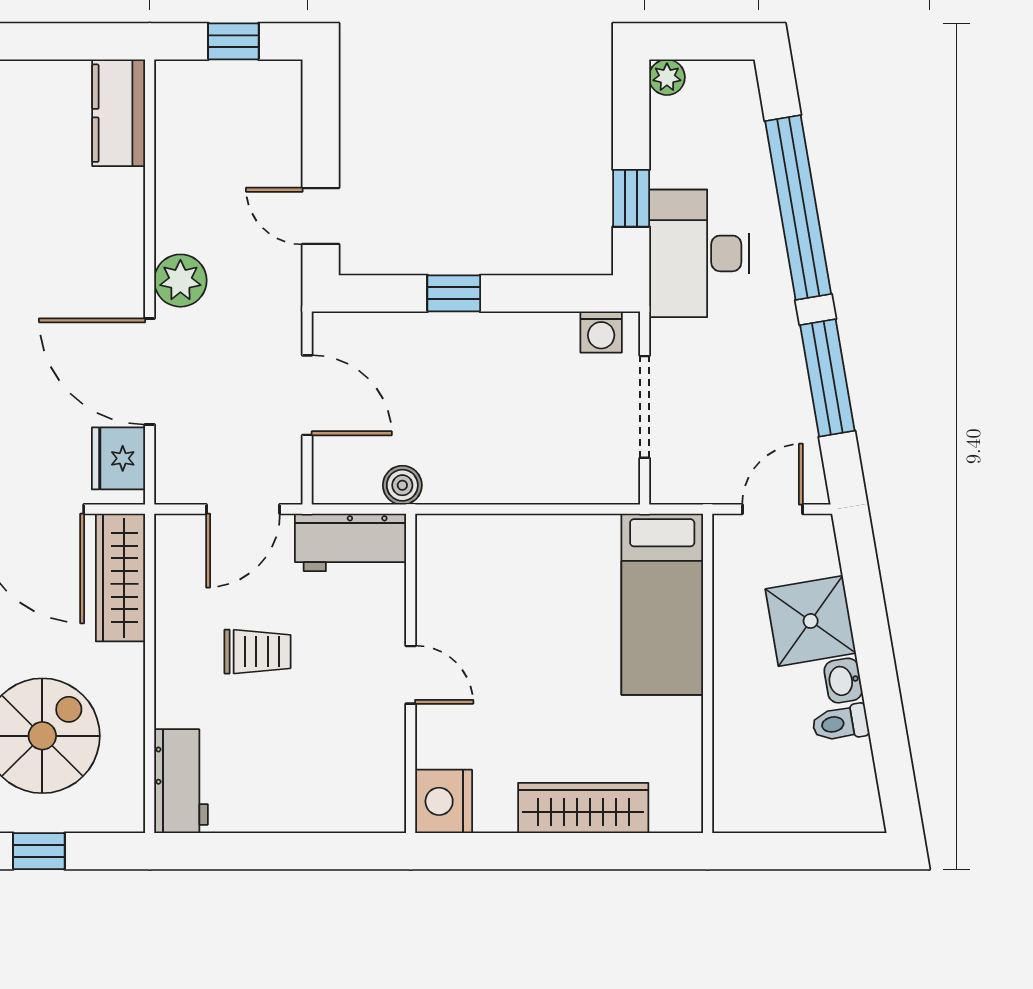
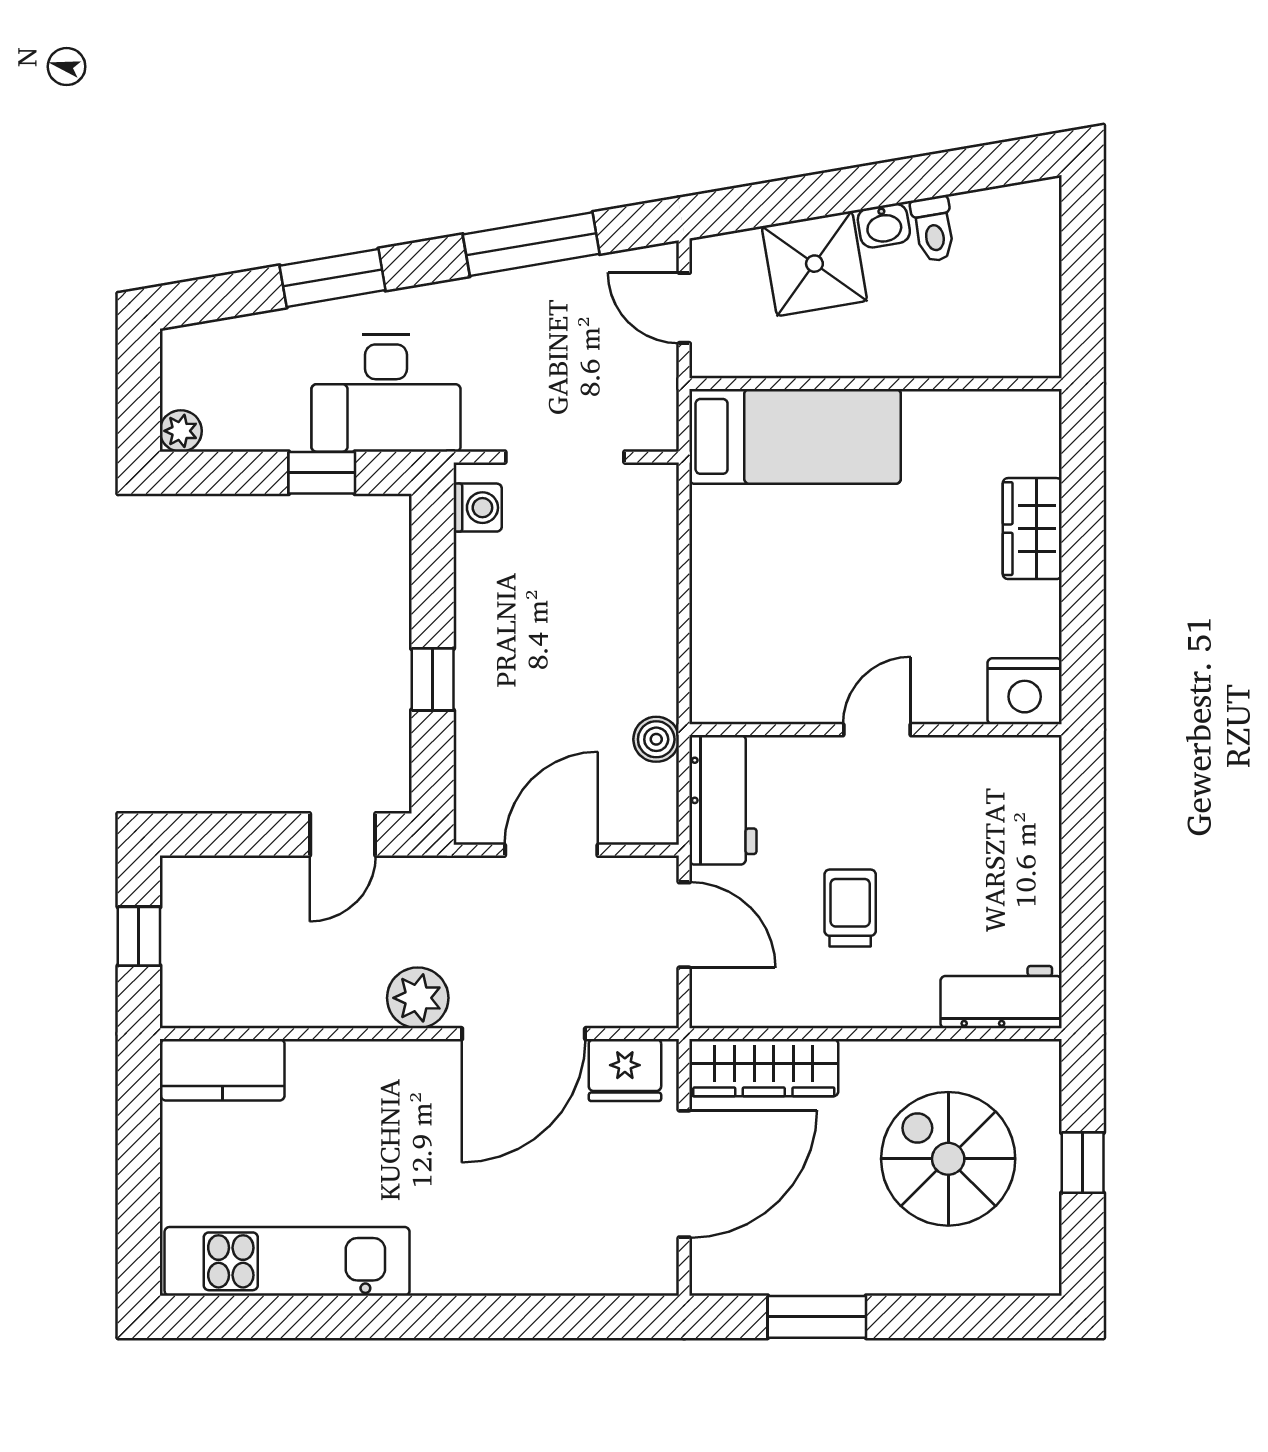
window: (798, 207) -> (333, 278), width x0.47
wardrobe: (583, 808) -> (1032, 529), width x0.67

